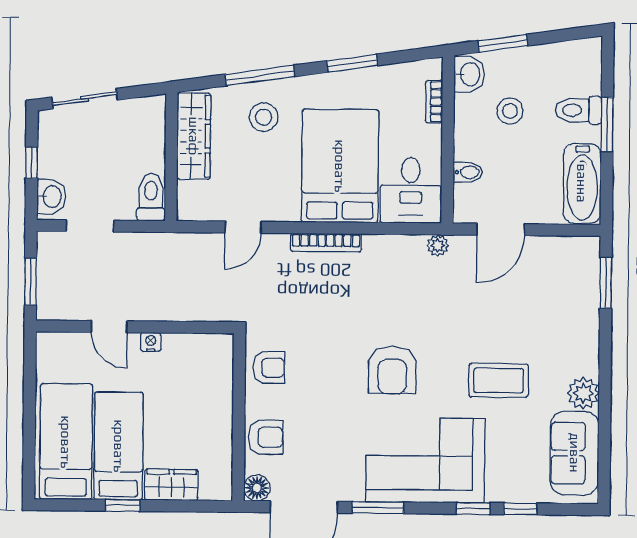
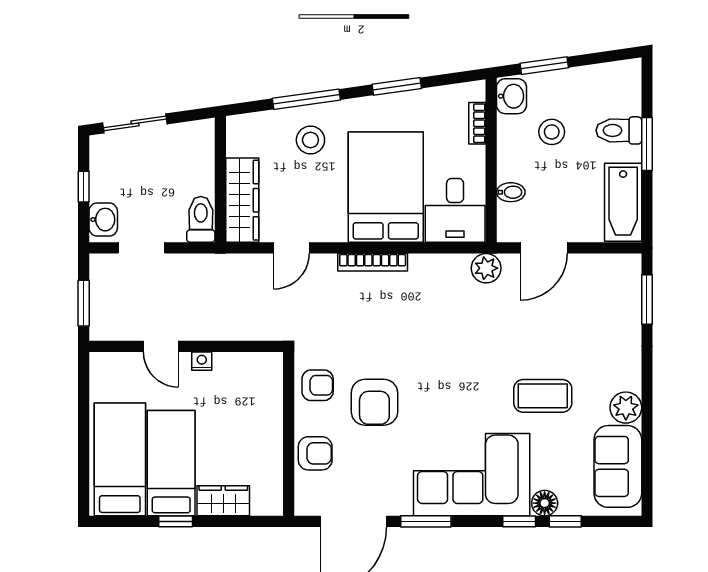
wardrobe: (194, 136) -> (242, 200), moved
plant: (438, 245) -> (486, 268), width x1.38, depth x1.38
armchair: (392, 370) -> (374, 402), moved
floor lamp: (257, 488) -> (545, 503), moved

